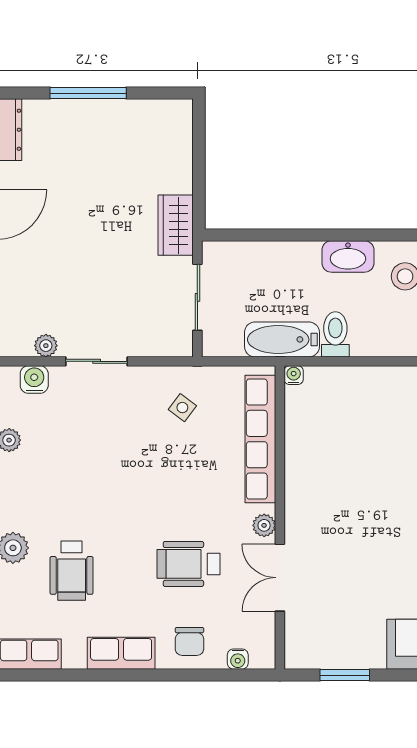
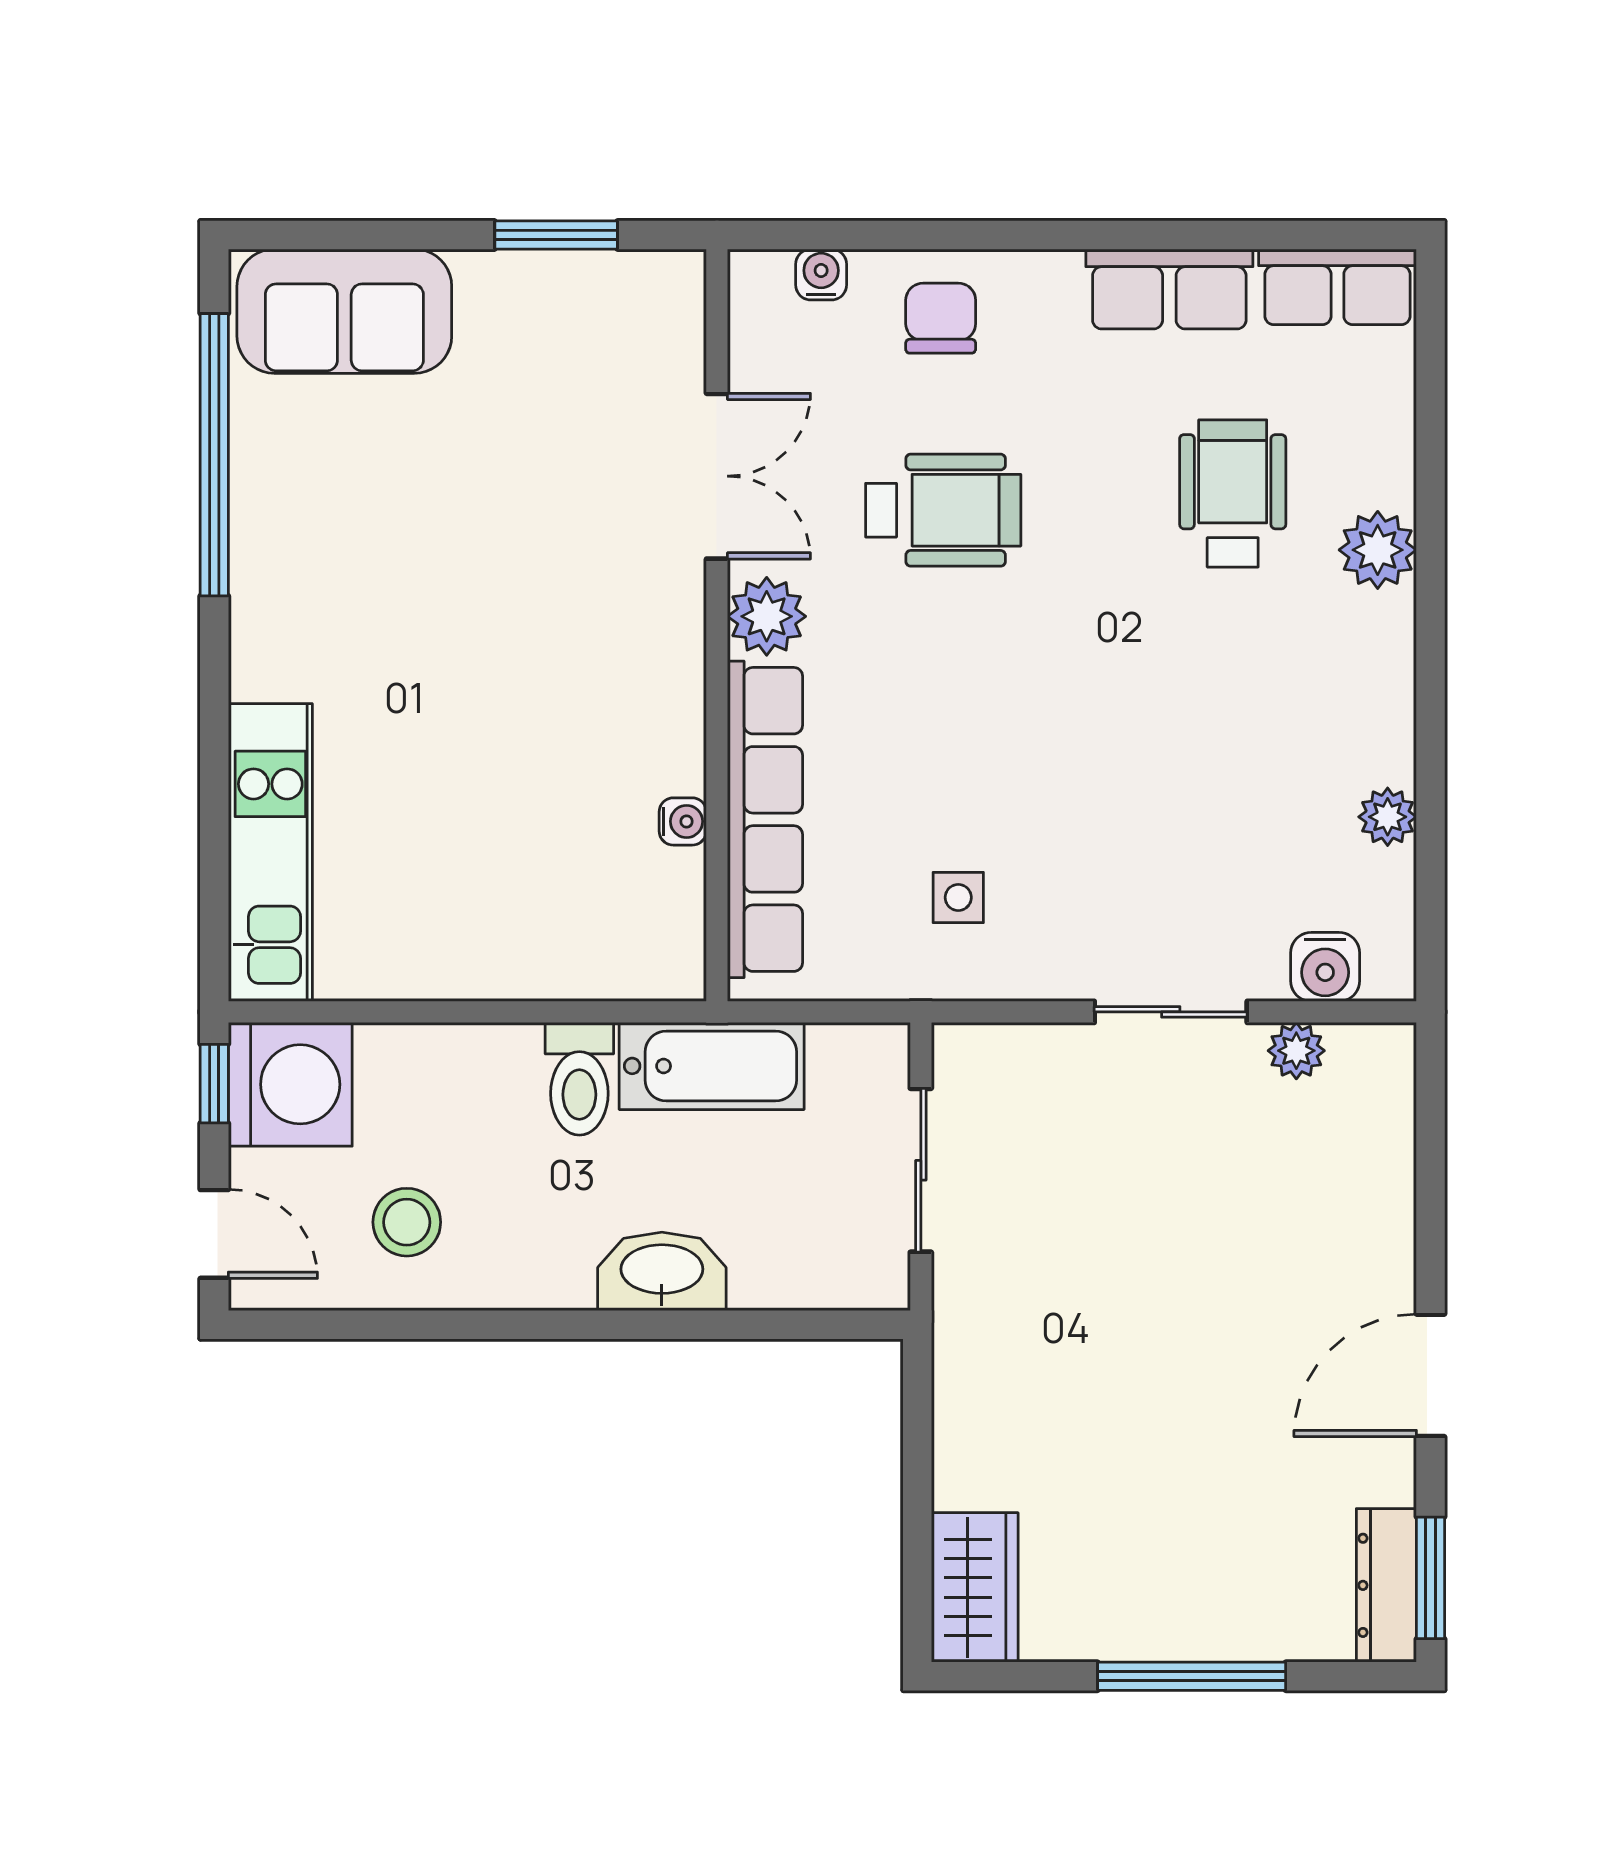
wardrobe: (176, 225) -> (975, 1587), moved
washbasin: (348, 257) -> (662, 1271), moved
water cooler: (294, 375) -> (683, 821), moved, turned -90
side table: (182, 408) -> (958, 897), turned -37
plant: (264, 525) -> (767, 616), width x1.38, depth x1.38
row of seats: (121, 653) -> (1169, 289), moved

